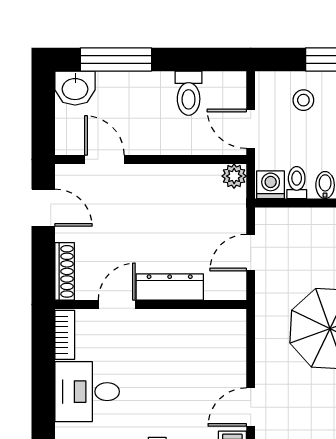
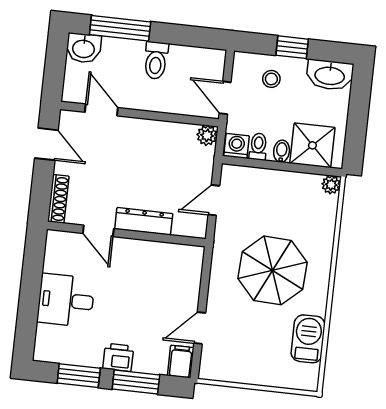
toilet: (189, 93) -> (156, 60), moved
door: (117, 304) -> (98, 231), swing flipped
bookcase: (65, 335) -> (53, 251), removed

